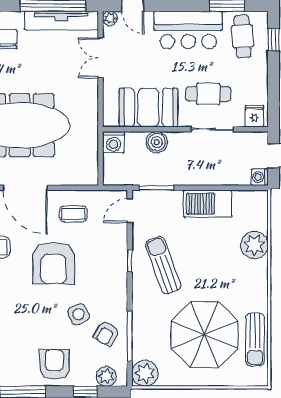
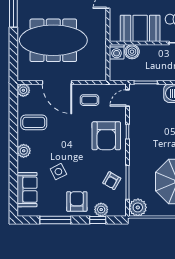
boiler: (157, 142) -> (132, 52), moved
armchair: (53, 263) -> (106, 136), moved
sun lounger: (163, 265) -> (150, 135), removed
side table: (78, 314) -> (58, 172), moved
plant: (106, 376) -> (101, 210), moved

